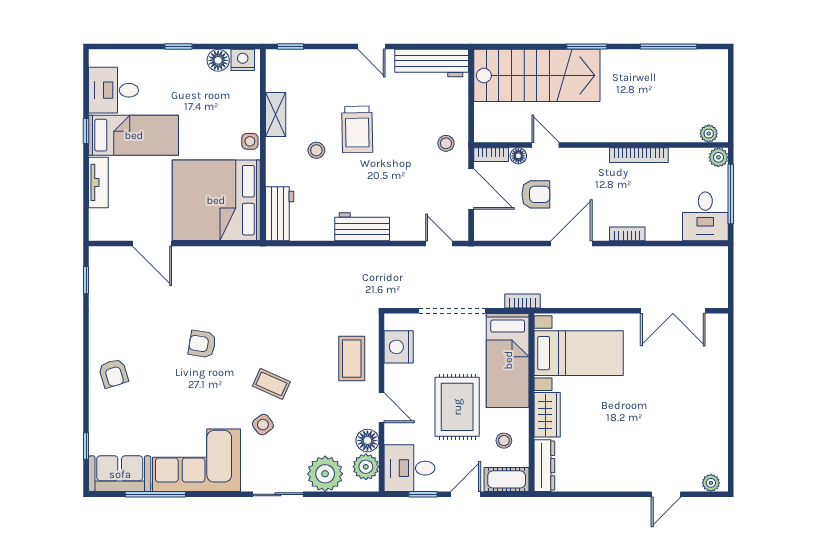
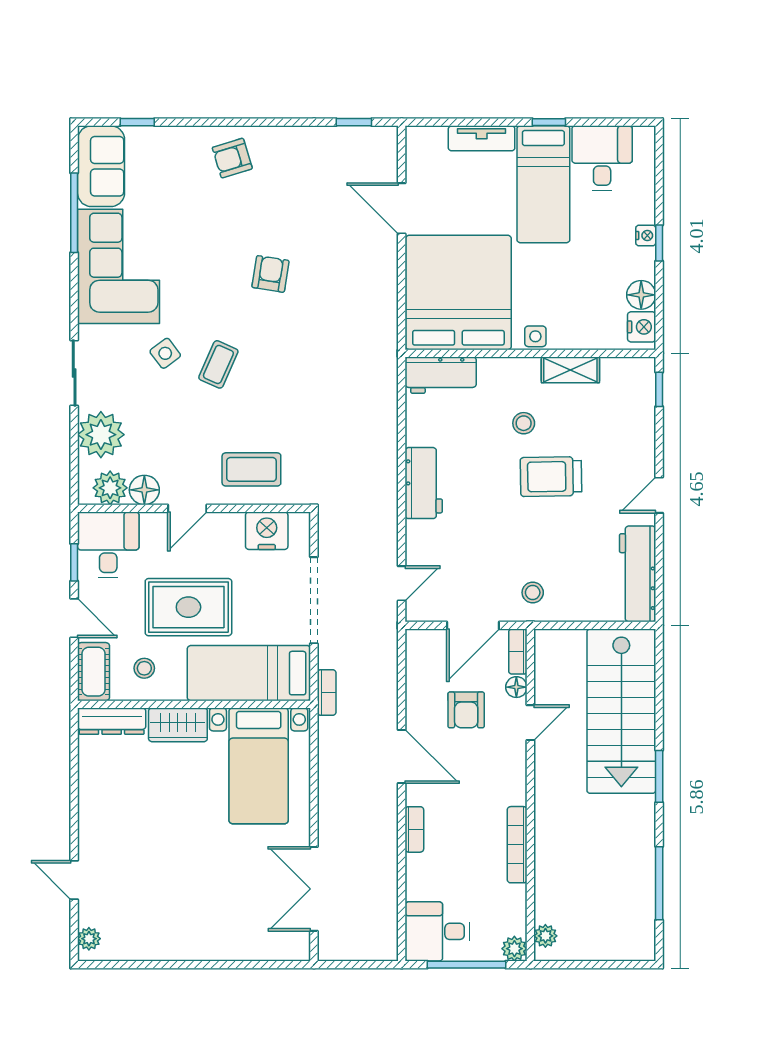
nightstand: (173, 57) -> (646, 235), added
door: (152, 244) -> (402, 208), hinge flipped

